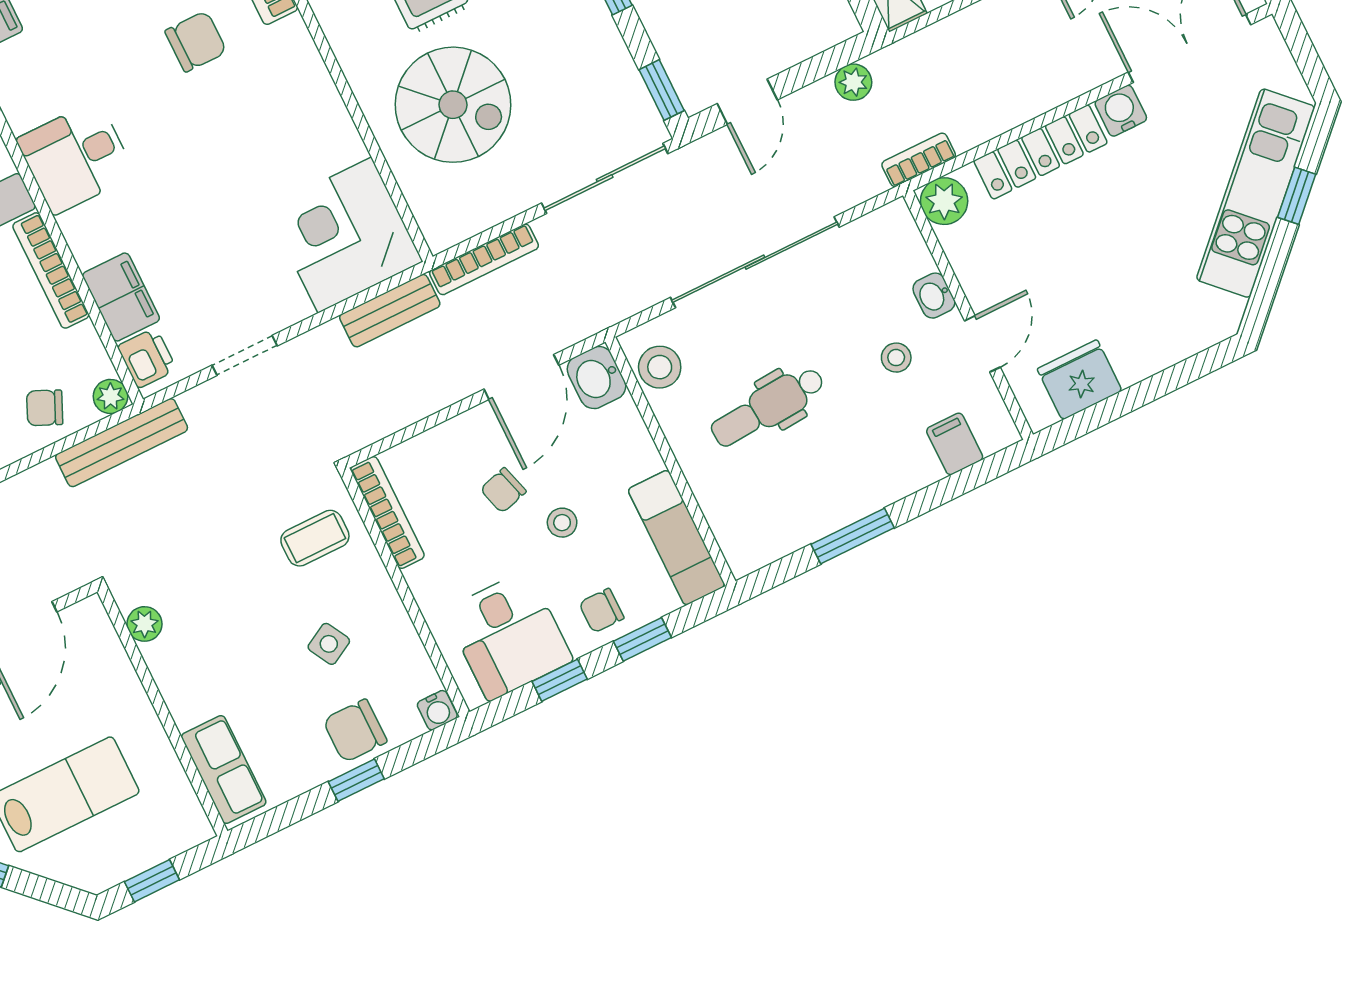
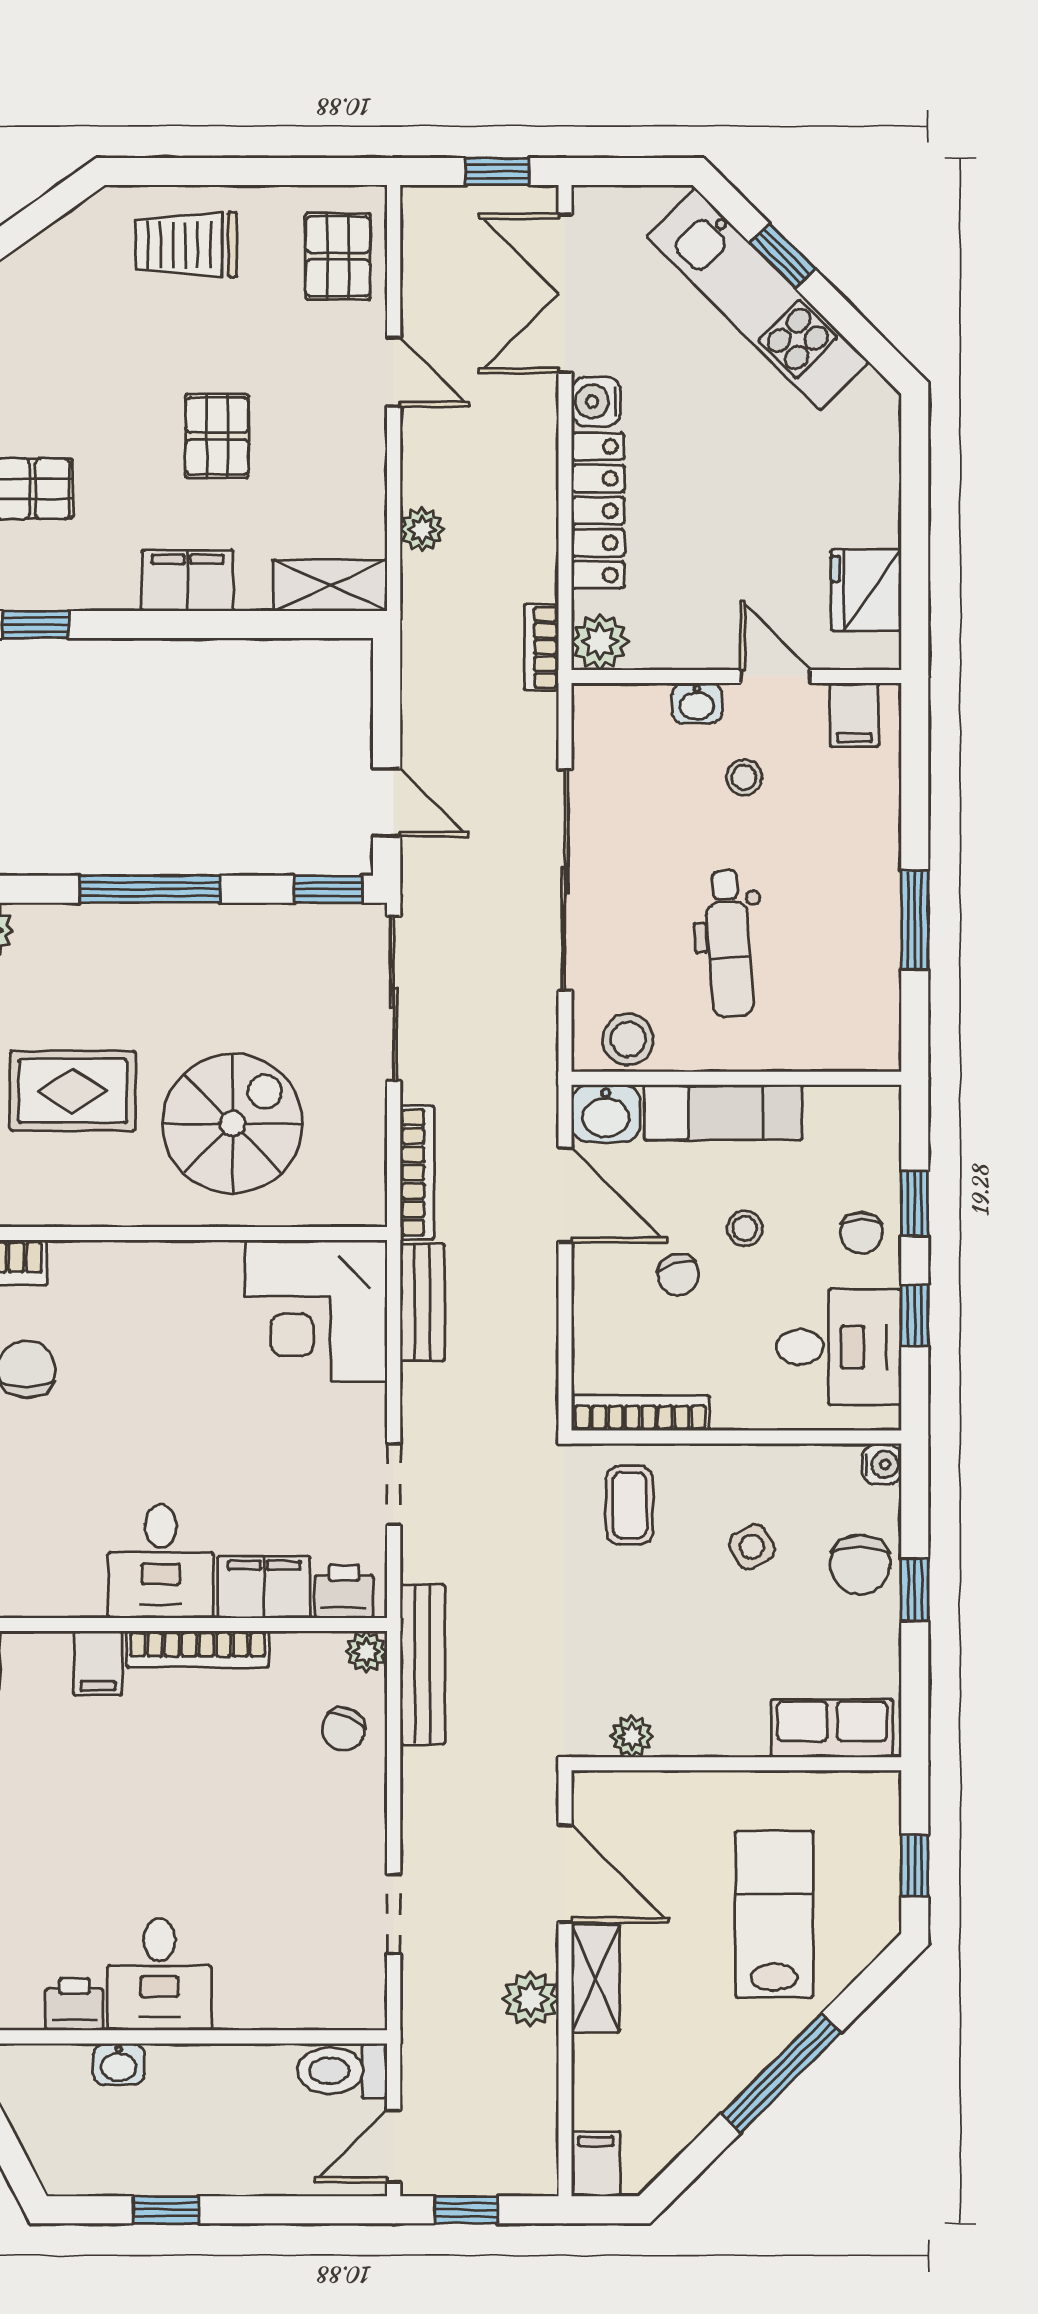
plant: (853, 82) -> (422, 530), moved
desk: (76, 157) -> (161, 1561), moved
filing cabinet: (955, 444) -> (854, 715), moved, turned -90
exam couch: (676, 538) -> (723, 1112), moved

